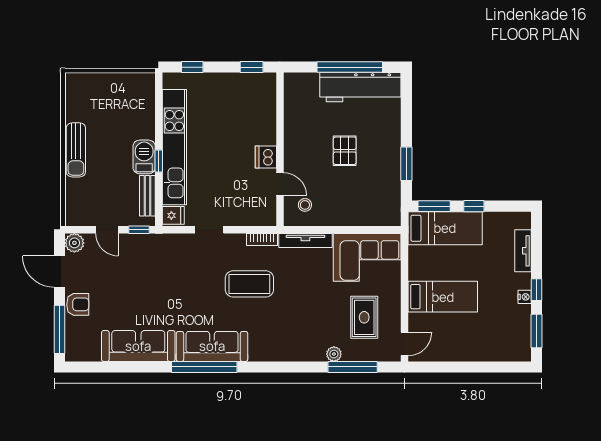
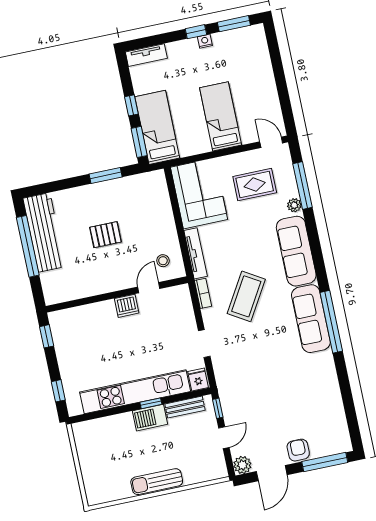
sun lounger: (76, 150) -> (157, 482), turned 180
tv unit: (523, 251) -> (146, 55), moved
coffee table: (249, 284) -> (246, 296), turned 31
sofa: (138, 346) -> (296, 251), moved

